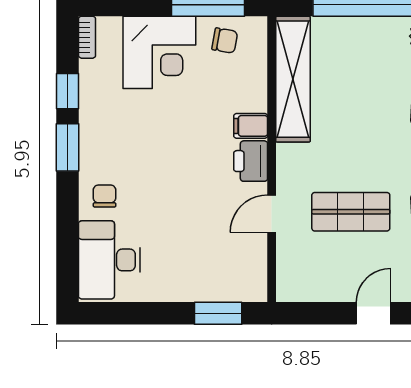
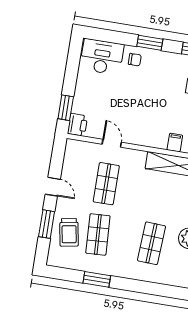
filing cabinet: (251, 126) -> (175, 143), moved
window: (67, 147) -> (150, 43), moved
printer: (251, 161) -> (77, 125), moved, turned 90

